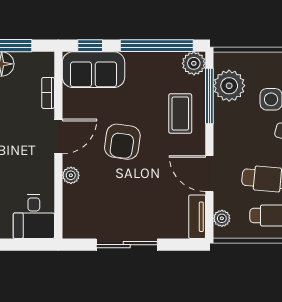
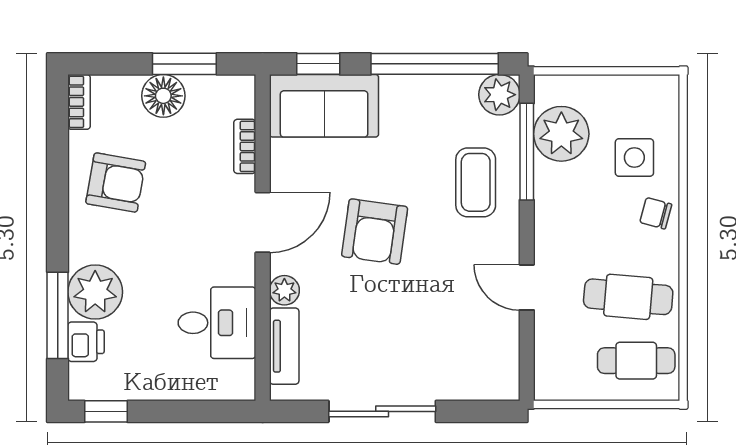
door: (209, 174) -> (527, 287), width x0.73
desk: (34, 216) -> (217, 323), moved, turned -90
tv unit: (197, 217) -> (284, 346), moved, turned 180
plant: (222, 218) -> (548, 366), removed

